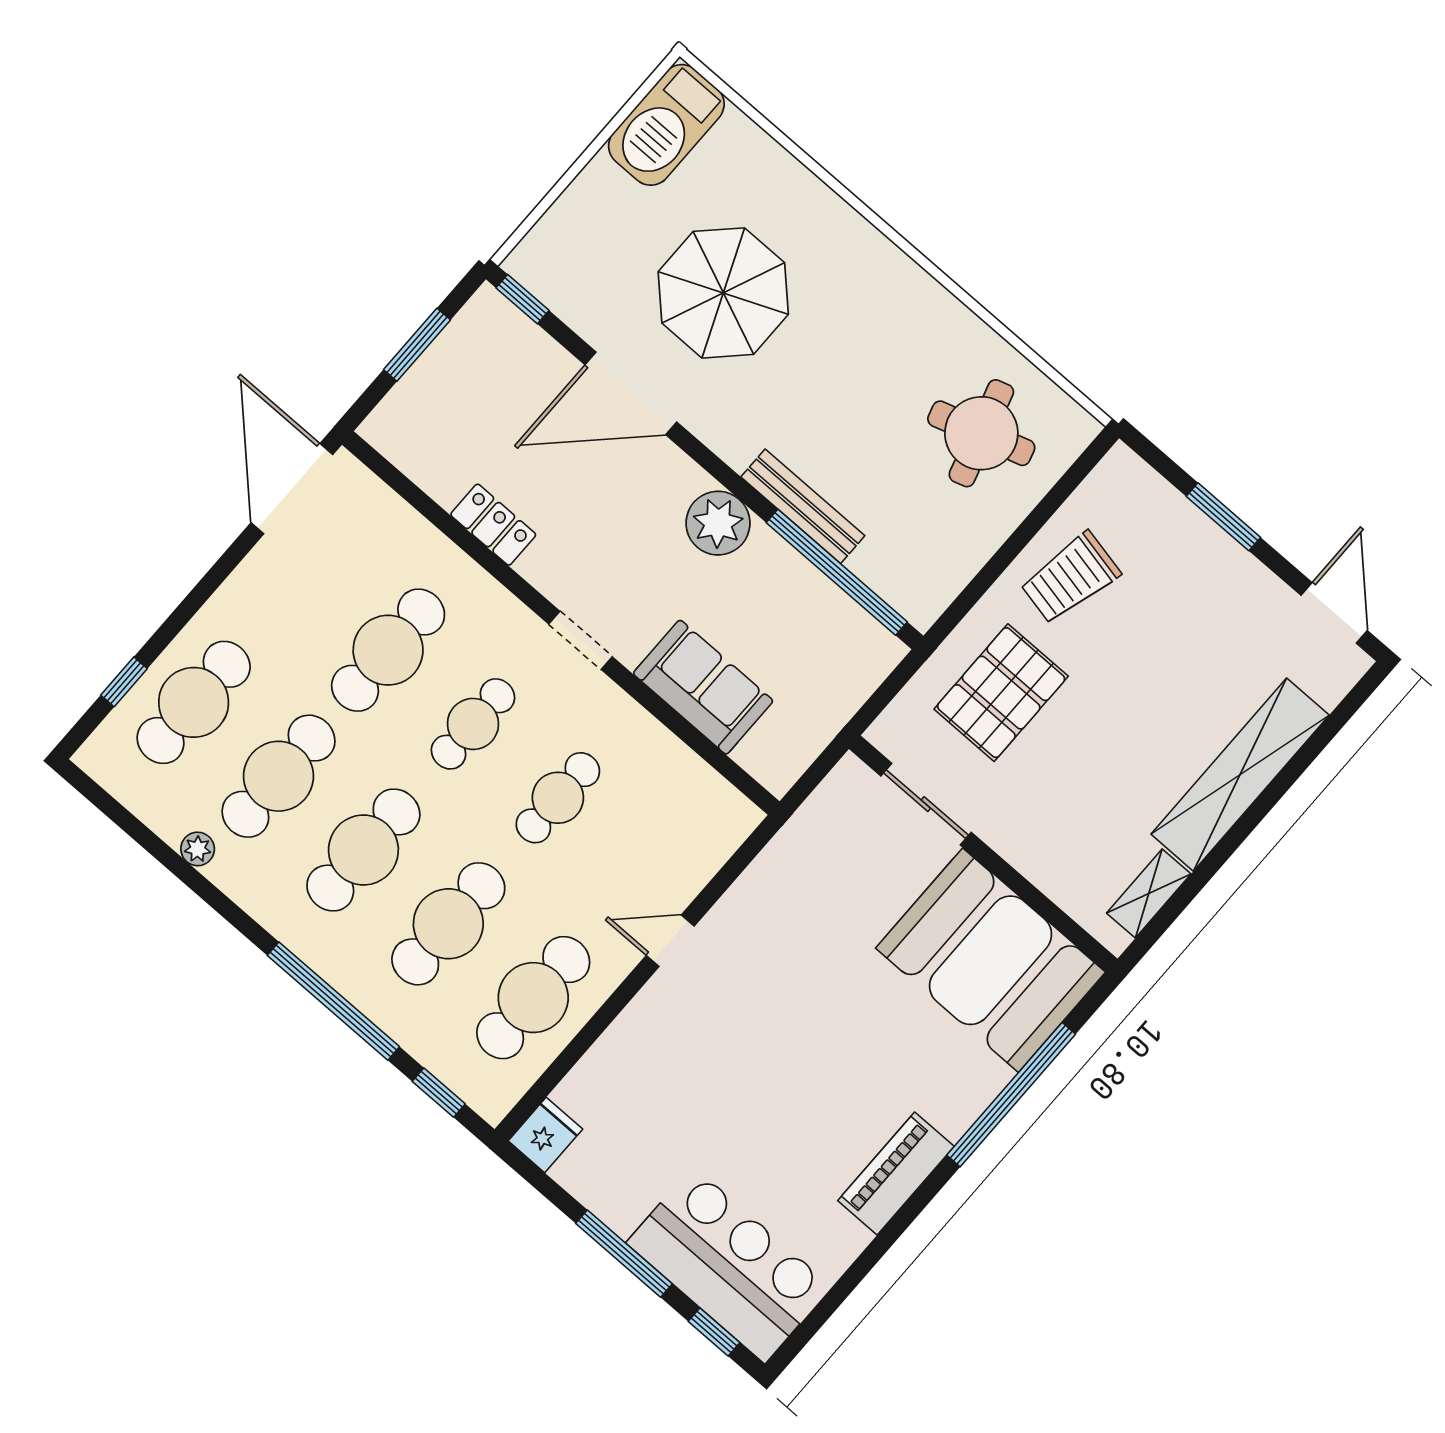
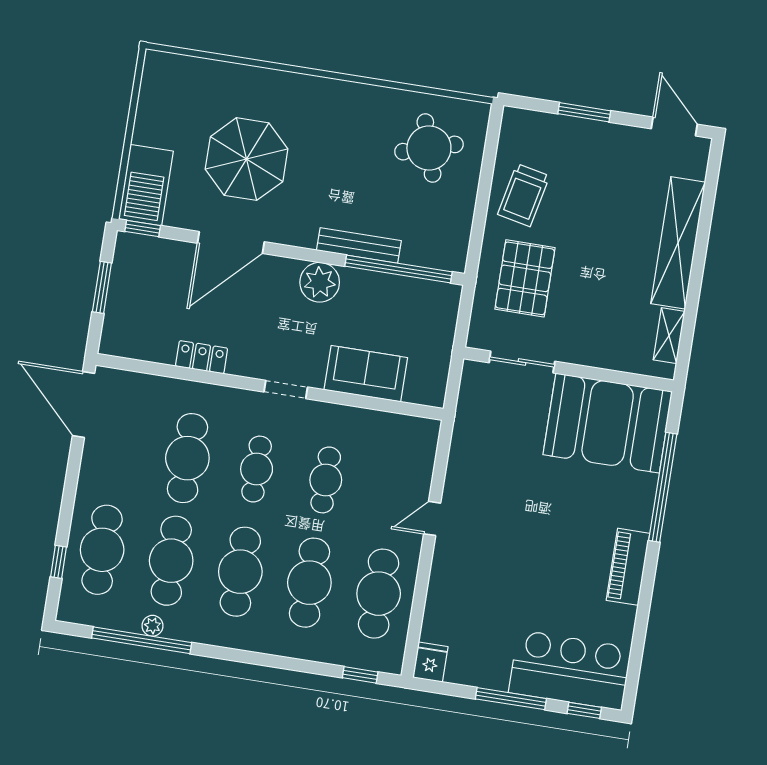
barbecue: (666, 125) -> (146, 185), moved
window: (333, 1001) -> (142, 640), moved

